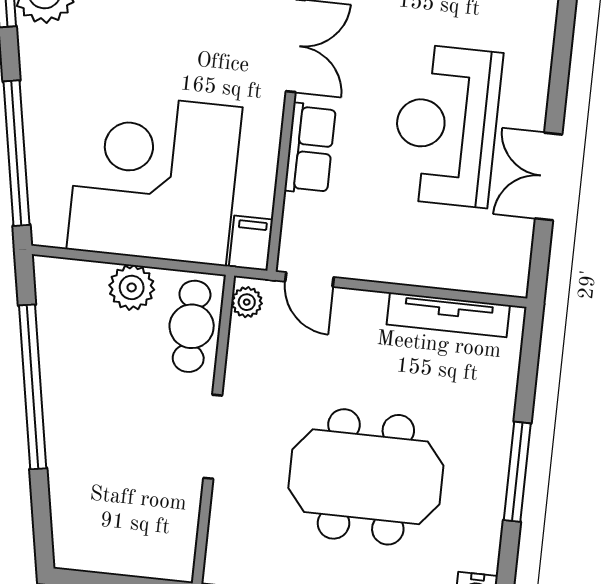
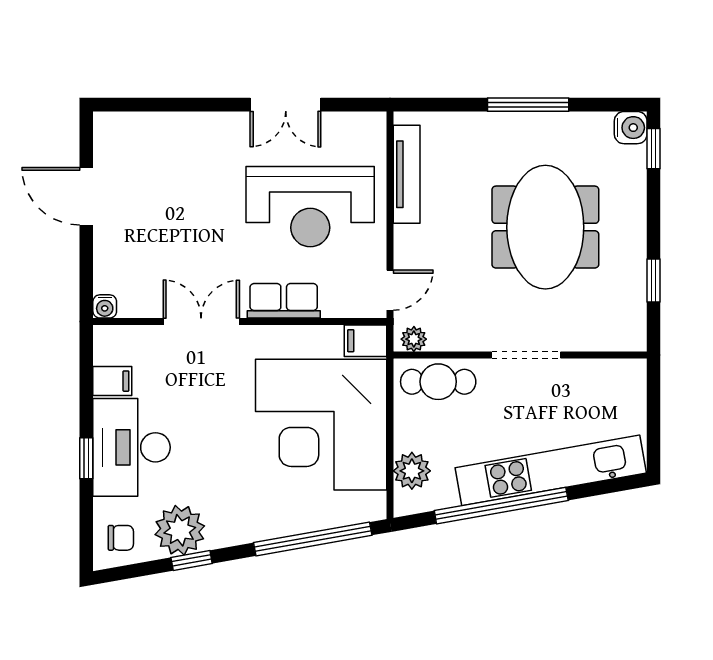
reception desk: (446, 126) -> (310, 207), moved
plant: (132, 287) -> (412, 471), moved
kitchen unit: (69, 452) -> (551, 470), added

